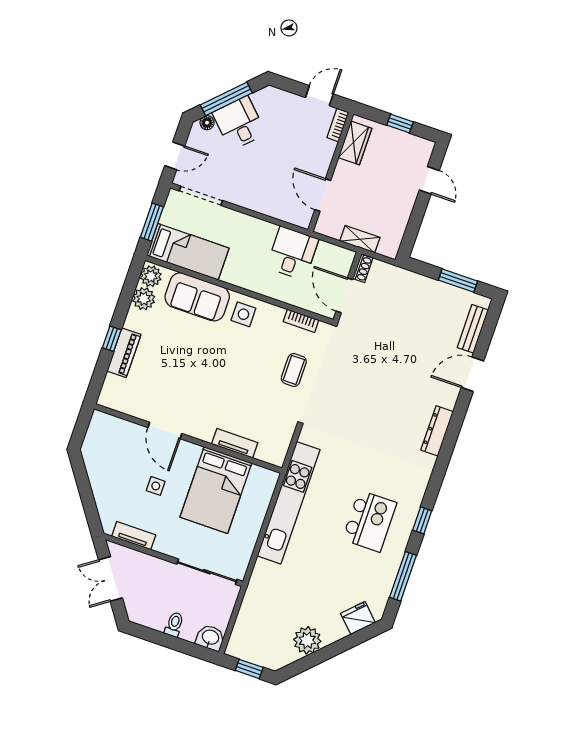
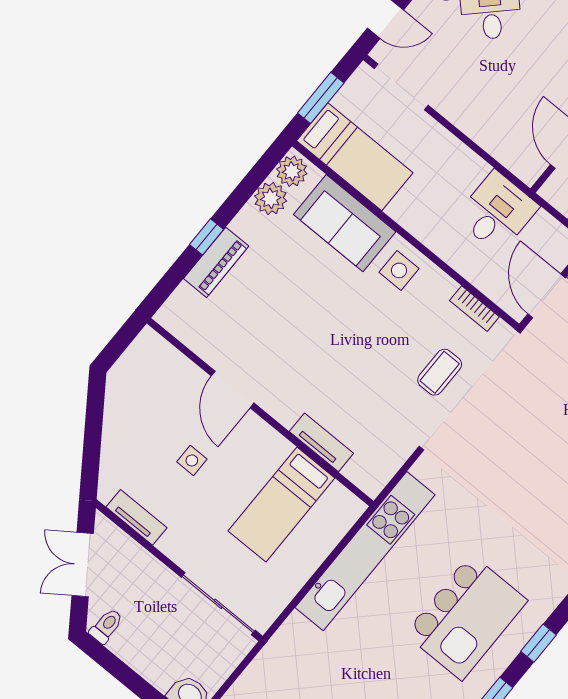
bed: (216, 490) -> (281, 504), width x0.67
kitchen island: (370, 521) -> (466, 617), width x1.37, depth x1.28
toilet: (174, 624) -> (106, 626), moved

